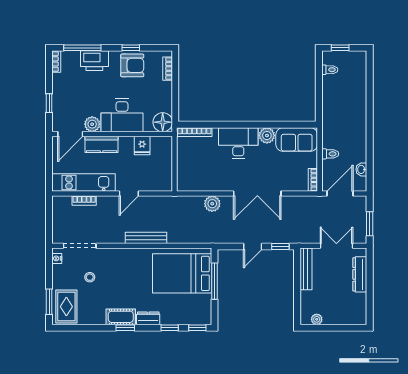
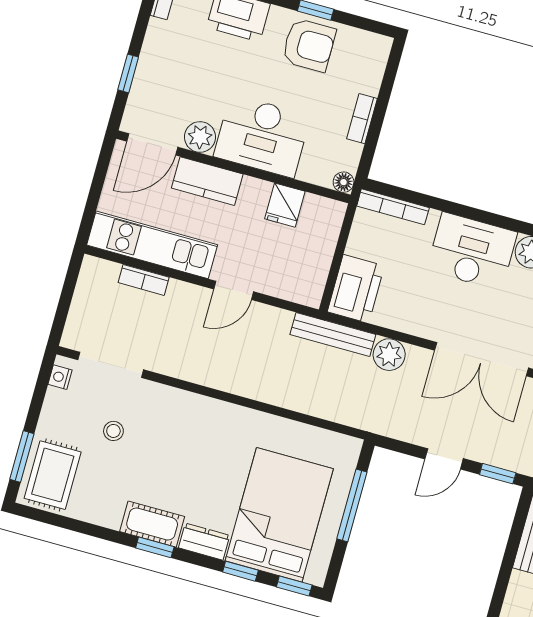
bookcase: (168, 69) -> (362, 119), moved
floor lamp: (163, 122) -> (344, 182), width x0.53, depth x0.53
printer: (187, 176) -> (356, 289), added
bench: (146, 238) -> (333, 334), moved
bed: (182, 273) -> (279, 515), moved, turned 90

